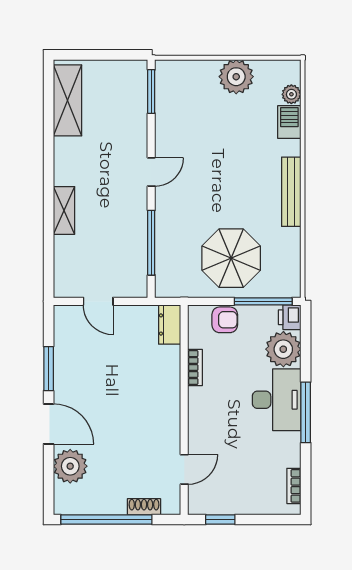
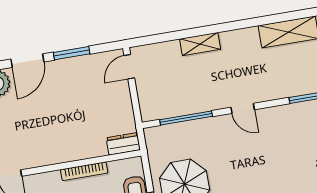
door: (98, 301) -> (129, 67), moved
bookcase: (195, 368) -> (84, 171), width x1.56

